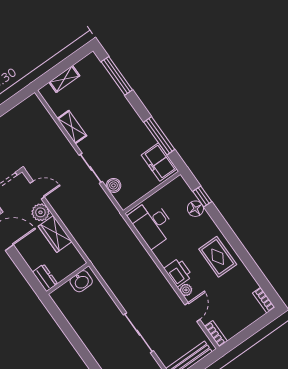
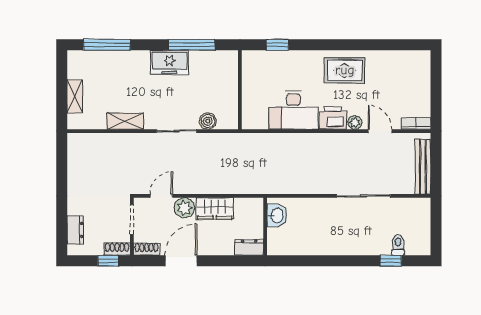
freezer: (159, 162) -> (169, 62), moved
floor lamp: (195, 209) -> (284, 59), removed
desk: (152, 224) -> (293, 110), moved
bookcase: (264, 300) -> (416, 56), removed

